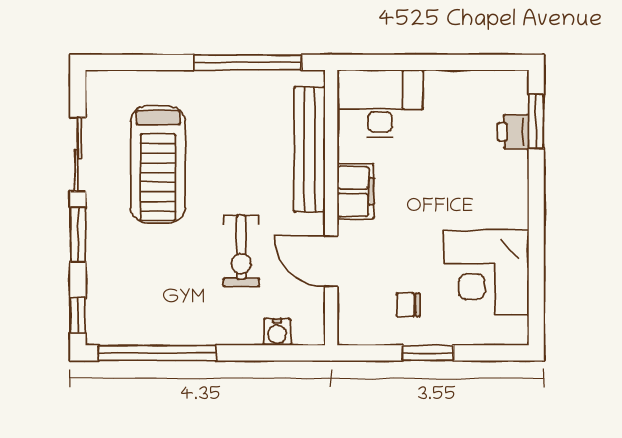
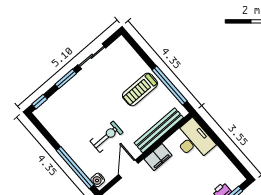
treadmill: (158, 164) -> (140, 89), moved, width x0.73, depth x0.73
exercise bike: (241, 251) -> (106, 137), turned 180
water cooler: (277, 332) -> (98, 180), moved
window: (157, 353) -> (75, 168), moved

